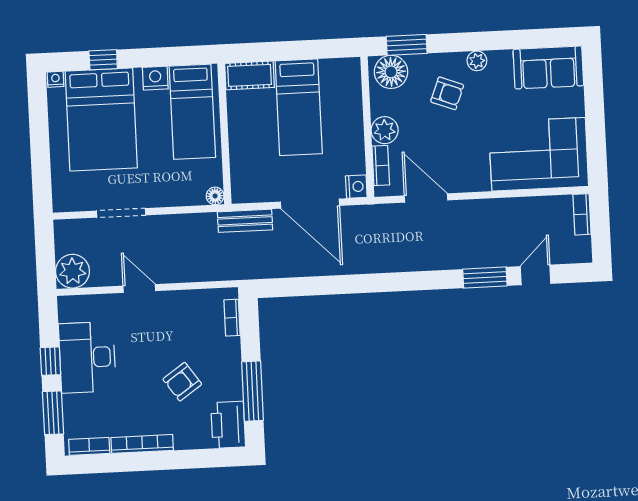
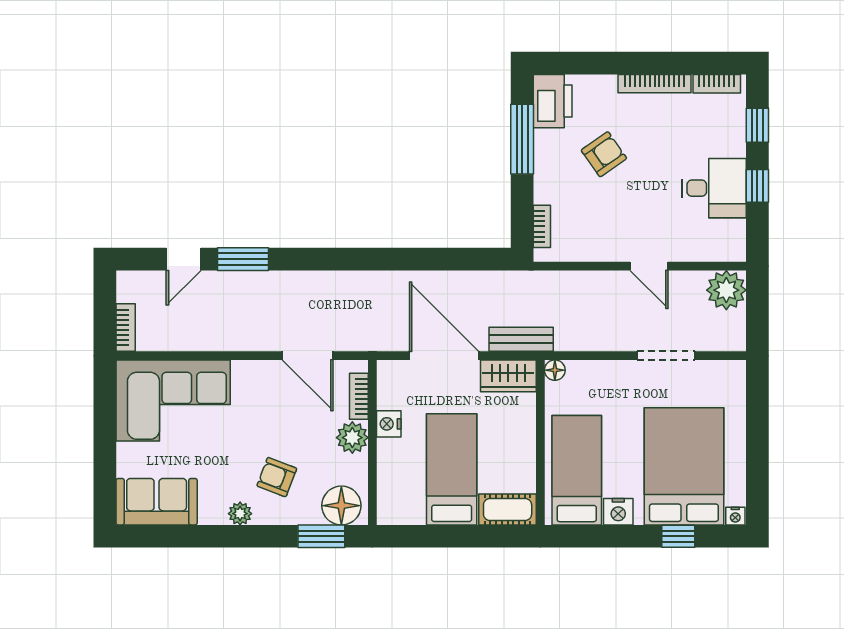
nightstand: (356, 187) -> (389, 424), moved
wardrobe: (254, 189) -> (508, 376), added
desk: (87, 357) -> (714, 188), width x0.73
window: (53, 413) -> (757, 125), width x0.67

